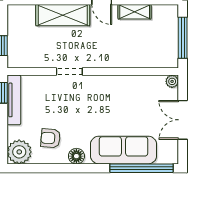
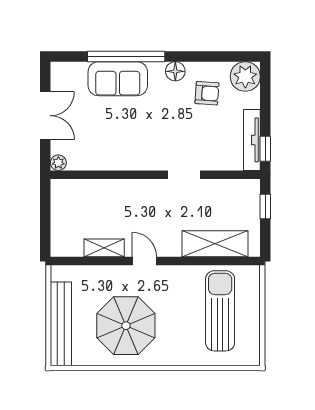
shelving: (63, 15) -> (215, 244), moved
window: (183, 38) -> (45, 216), removed
sofa: (124, 150) -> (118, 79), width x0.73
window: (141, 168) -> (126, 56), moved

